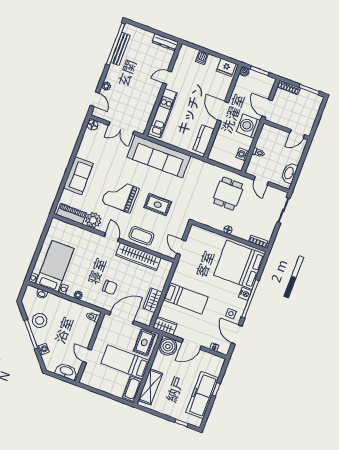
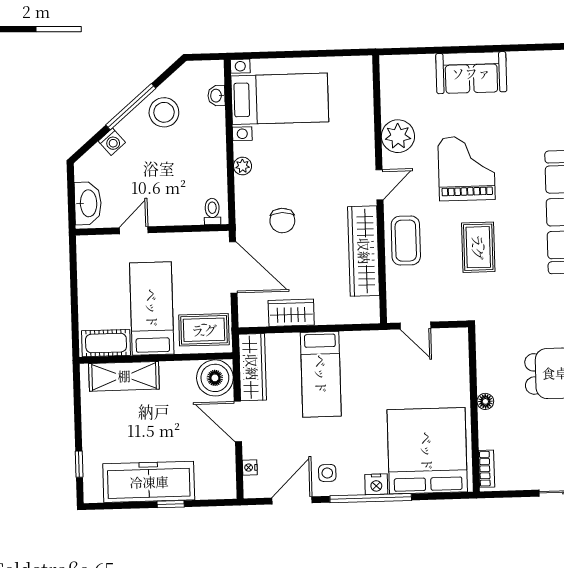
piano: (71, 214) -> (393, 89), removed
door: (181, 247) -> (415, 326), swing flipped
wardrobe: (165, 326) -> (252, 367), width x1.50

